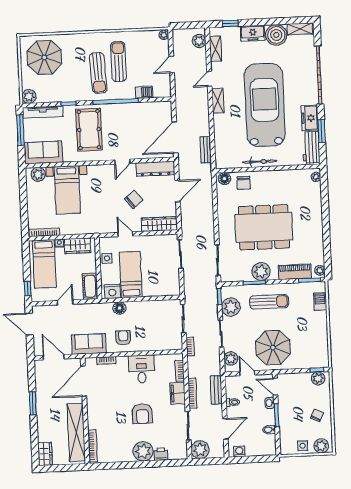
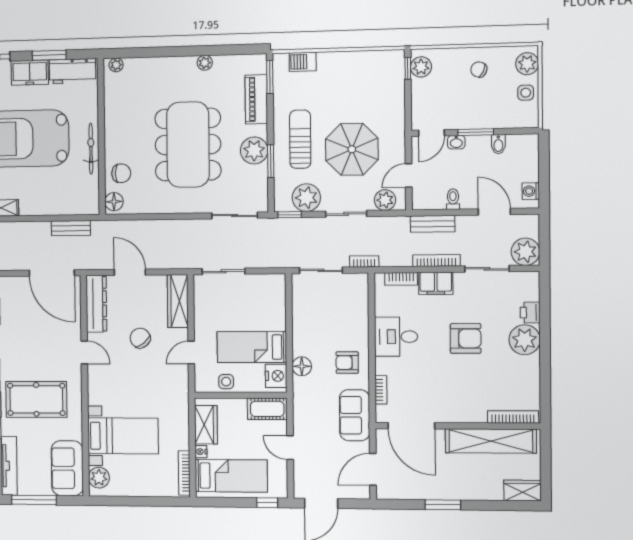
plant: (320, 270) -> (205, 63), moved
parasol: (273, 348) -> (352, 149), moved

